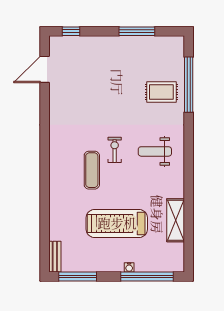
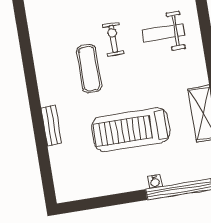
bench: (55, 257) -> (51, 125), moved
window: (78, 276) -> (93, 203), removed

